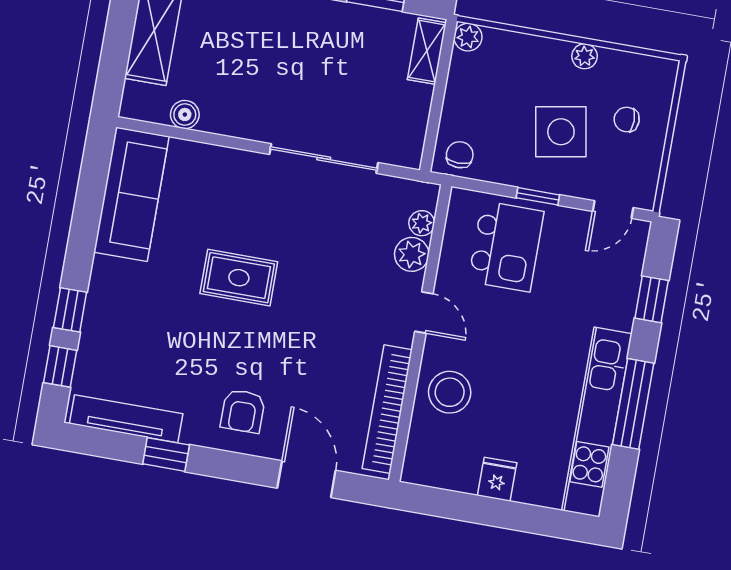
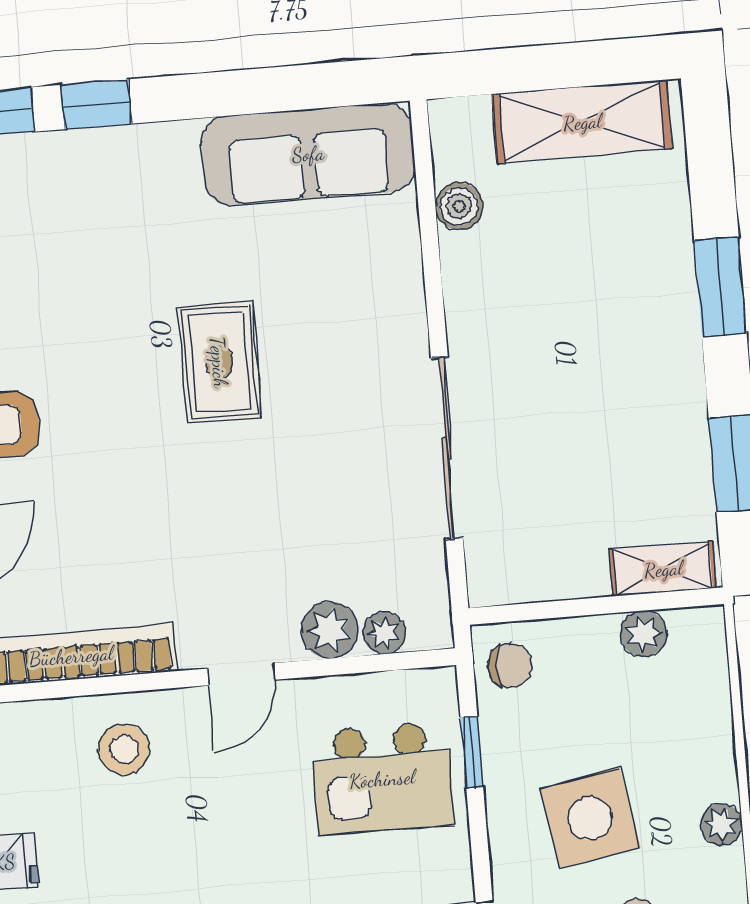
plant: (468, 37) -> (643, 634), moved
window: (538, 196) -> (472, 752), moved
stool: (450, 392) -> (124, 749), width x0.73, depth x0.73

